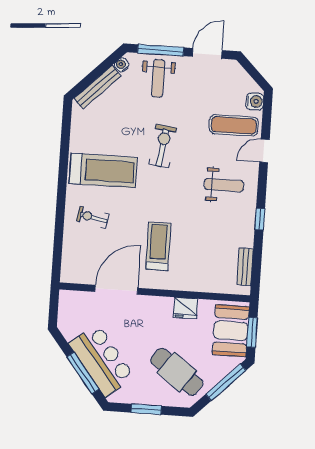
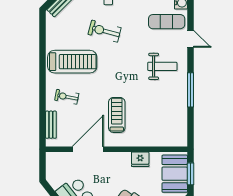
exercise bike: (163, 146) -> (105, 31), moved, turned -82
door: (264, 151) -> (190, 39), swing flipped
window: (260, 219) -> (190, 90), width x2.17
bench: (245, 267) -> (51, 125), moved

